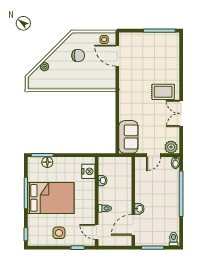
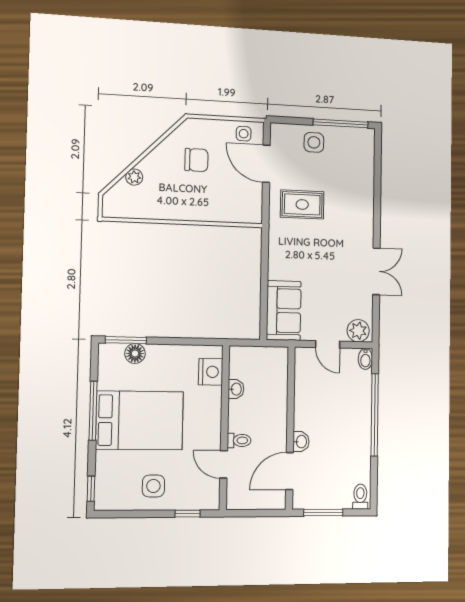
side table: (144, 42) -> (314, 142), added
rug: (163, 92) -> (302, 204), moved
double door: (181, 113) -> (376, 271), swing flipped
door: (154, 155) -> (328, 344), hinge flipped
door: (97, 232) -> (224, 464), moved

